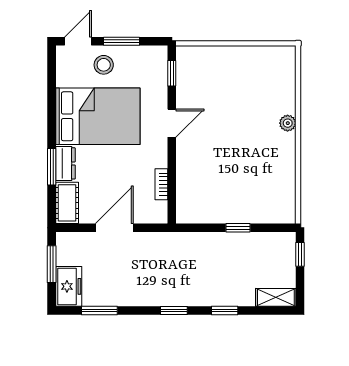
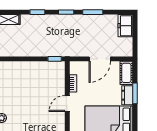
door: (172, 123) -> (67, 103), moved
window: (238, 228) -> (55, 59), moved
window: (52, 264) -> (135, 38), removed
window: (99, 311) -> (93, 12), moved

